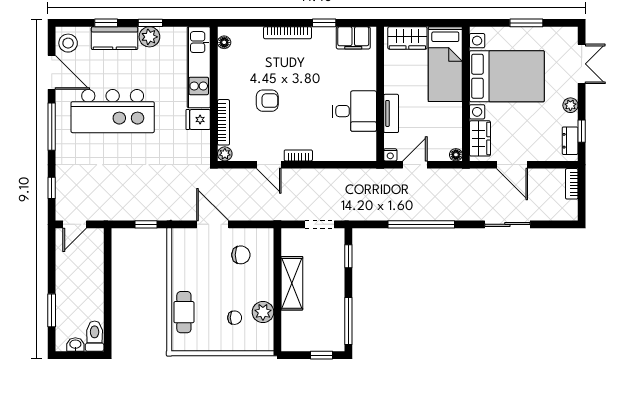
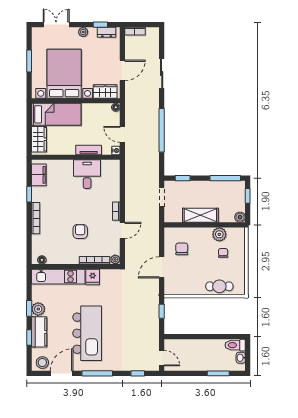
boiler: (289, 343) -> (240, 217), added

